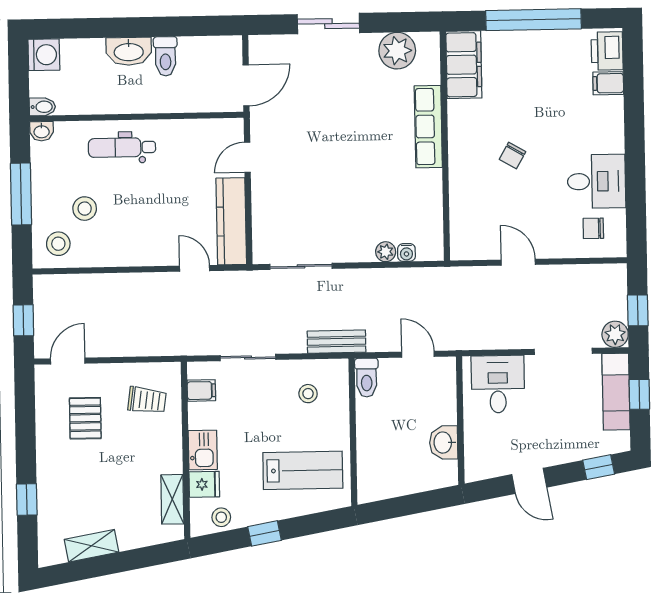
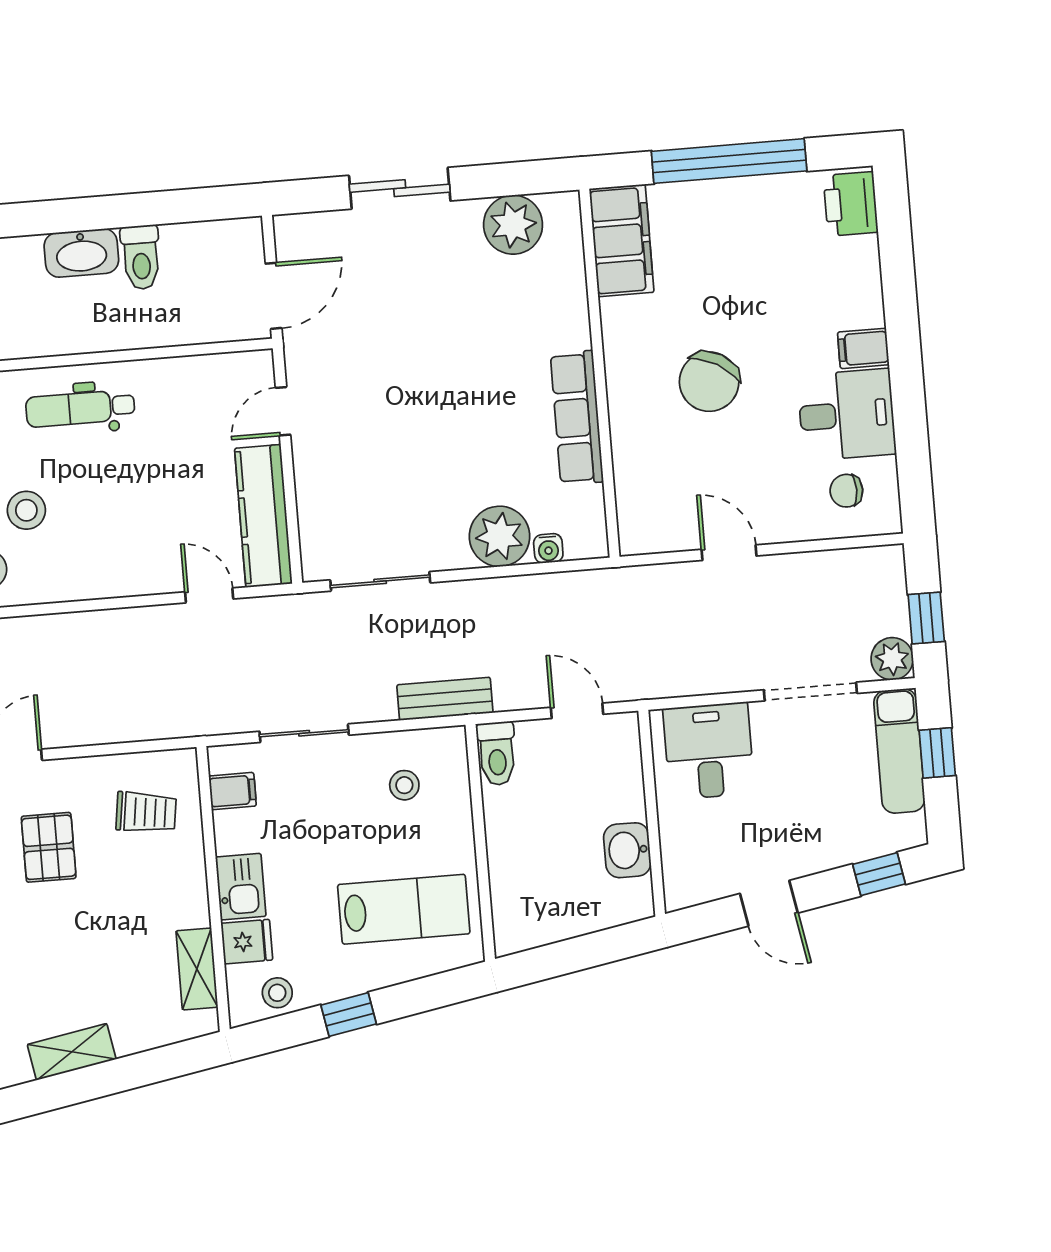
filing cabinet: (608, 83) -> (863, 348), moved
row of seats: (428, 127) -> (577, 418), moved
chair: (513, 156) -> (709, 382), width x1.87, depth x1.87
plant: (386, 252) -> (500, 536), width x1.88, depth x1.88

